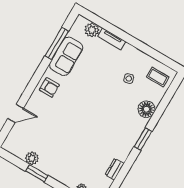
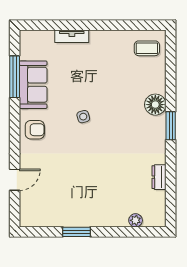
plant: (92, 30) -> (44, 39), removed
side table: (129, 79) -> (83, 117), moved
floor lamp: (146, 109) -> (155, 105), moved
plant: (32, 158) -> (62, 219), removed

